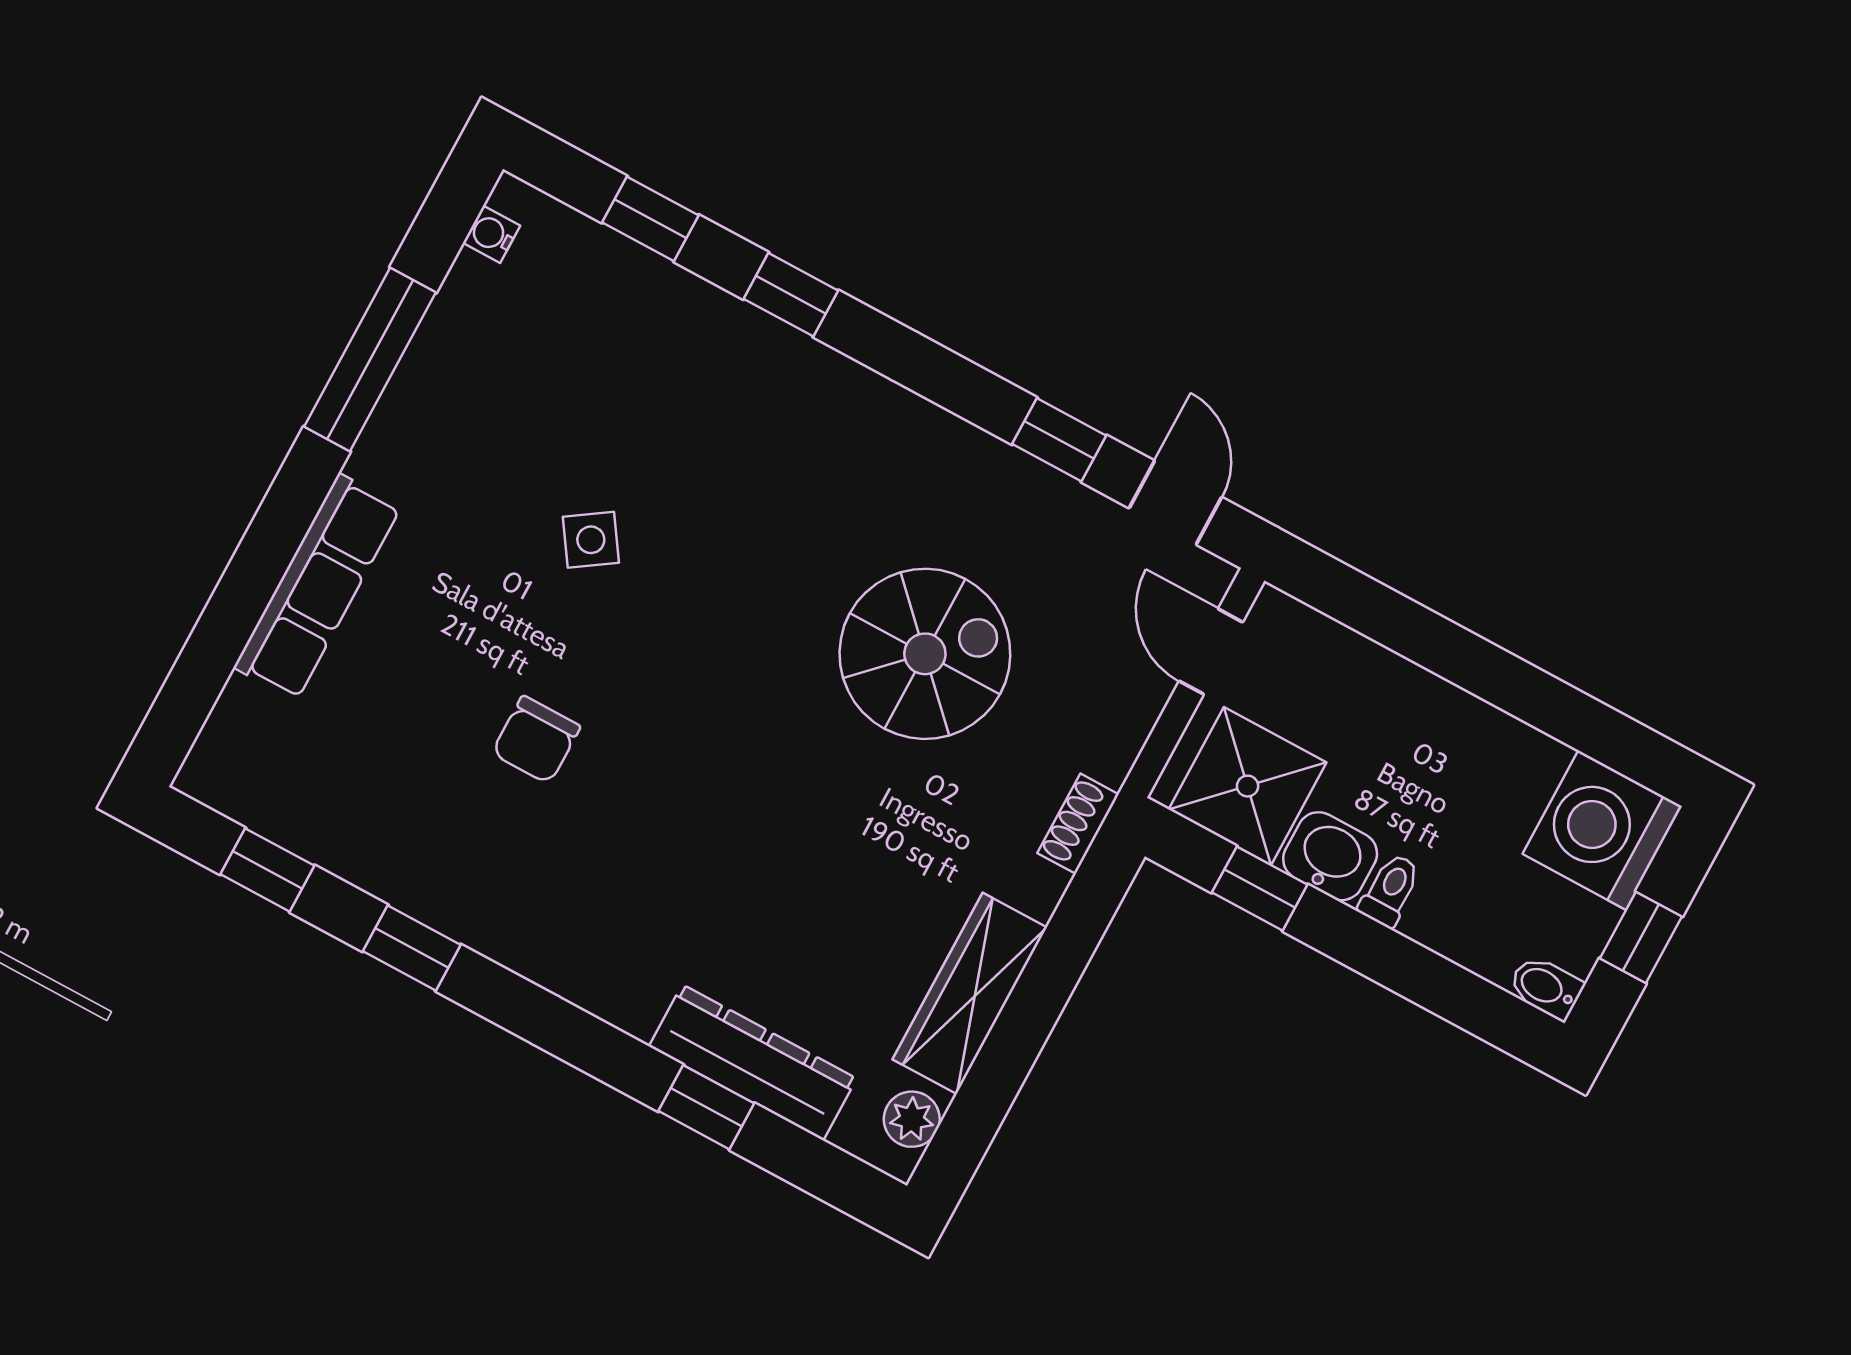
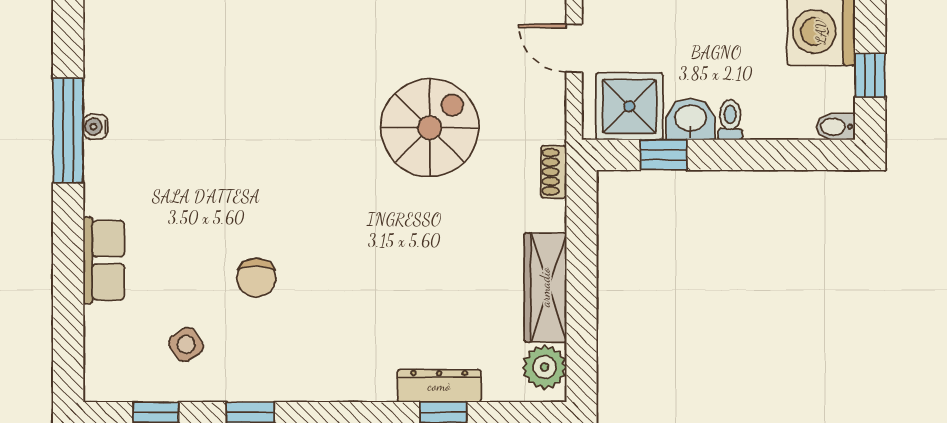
water cooler: (492, 234) -> (95, 127), moved
side table: (591, 540) -> (186, 344), moved
row of seats: (317, 587) -> (104, 260), width x0.68
dresser: (753, 1062) -> (439, 386), width x0.73, depth x0.80
plant: (912, 1119) -> (545, 367), width x1.38, depth x1.38

